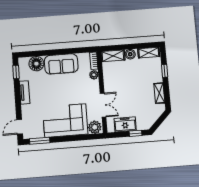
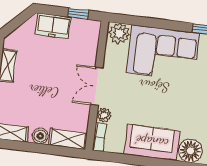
double door: (103, 105) -> (97, 86), moved
freezer: (125, 124) -> (53, 26), moved
window: (136, 133) -> (78, 14), moved

